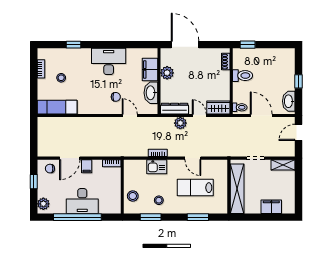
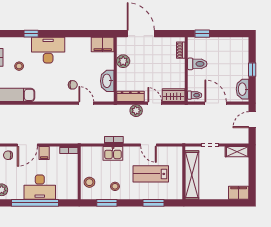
desk: (109, 61) -> (48, 50), moved
filing cabinet: (150, 69) -> (103, 44), moved, turned -90
filing cabinet: (271, 207) -> (239, 193), moved

